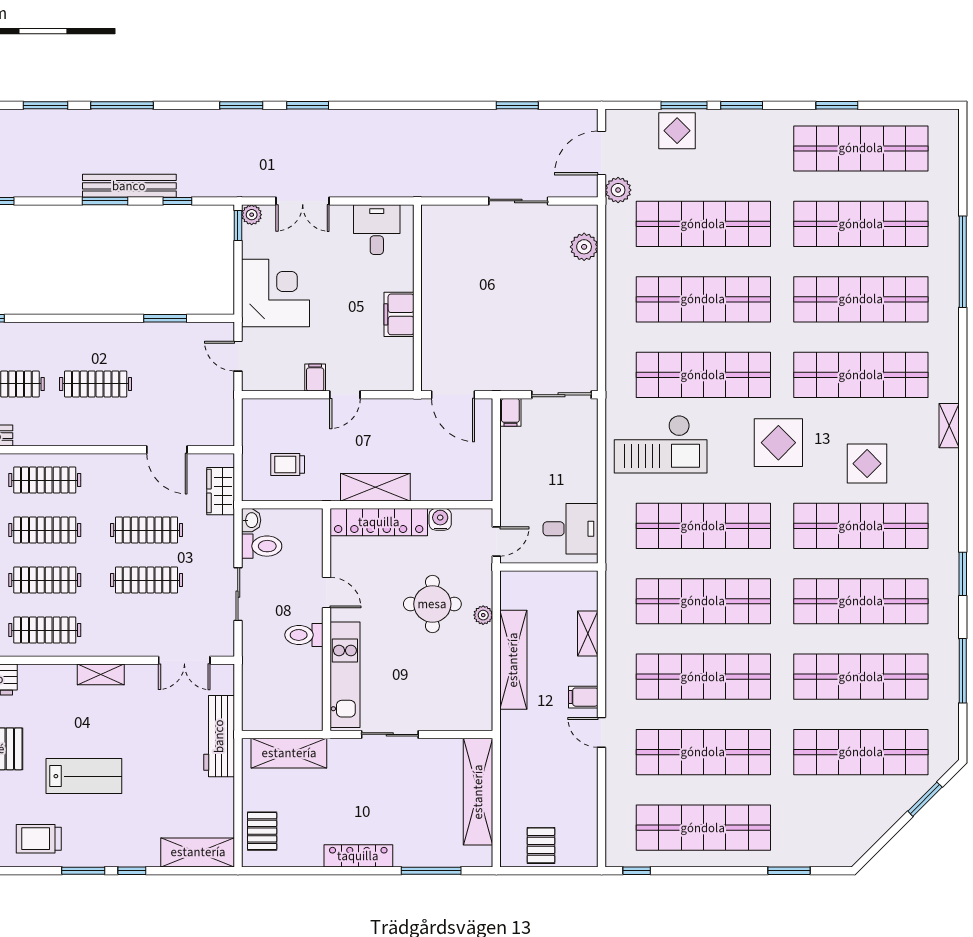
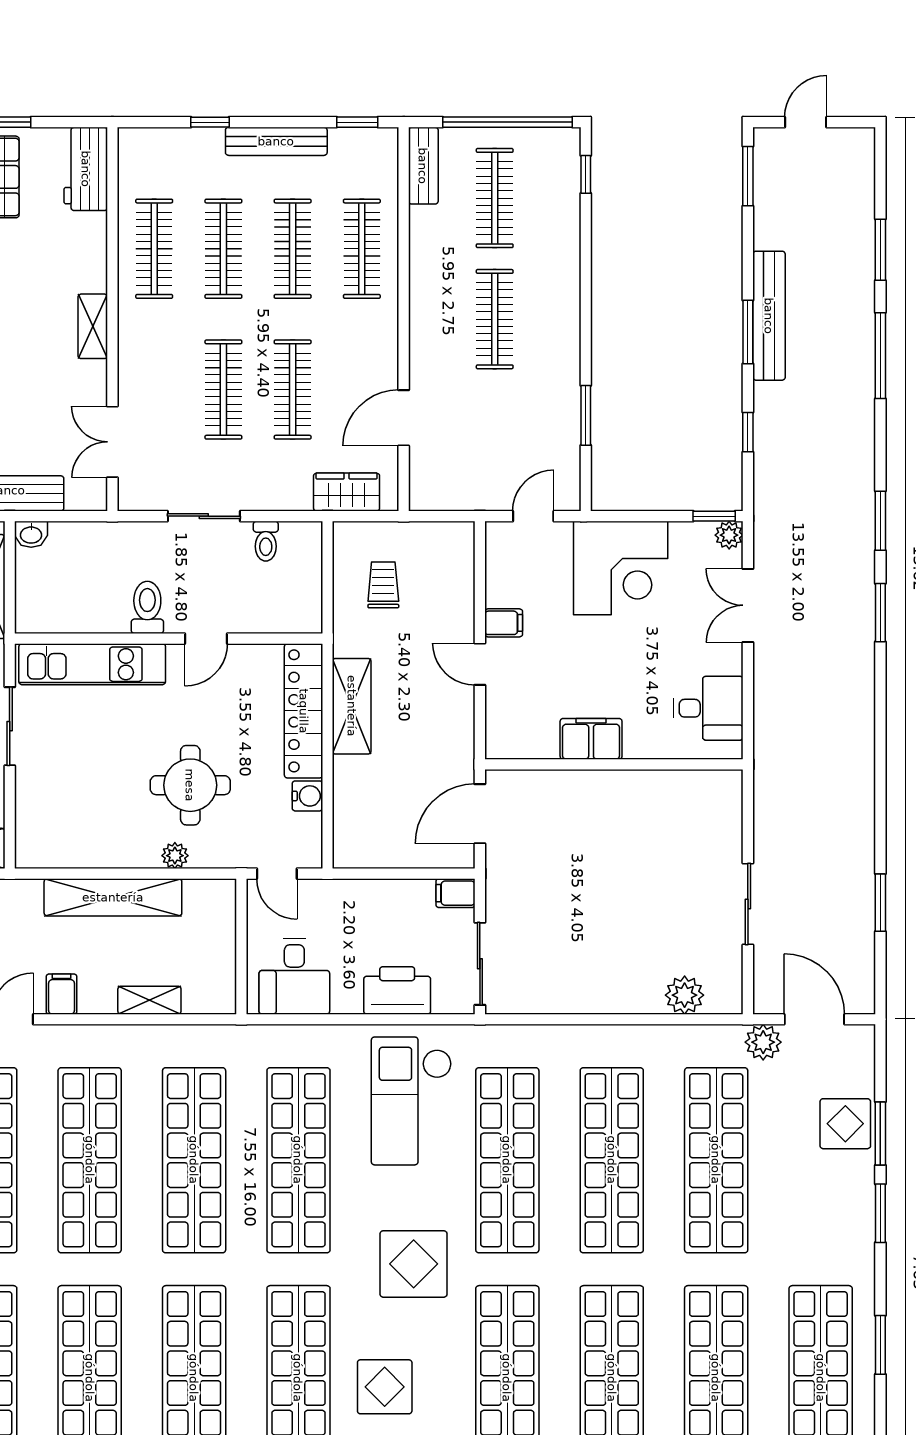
bench: (129, 186) -> (769, 316), moved
printer: (581, 454) -> (397, 990), added
washbasin: (251, 520) -> (31, 534), moved
toilet: (262, 546) -> (266, 541), width x0.73, depth x0.72

